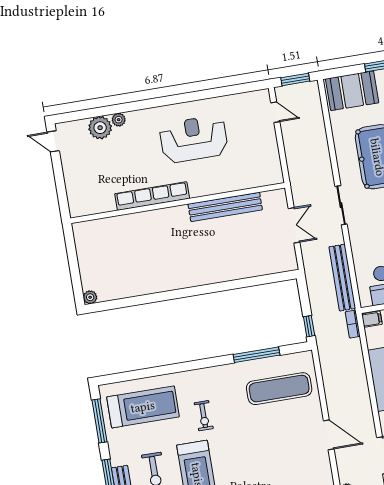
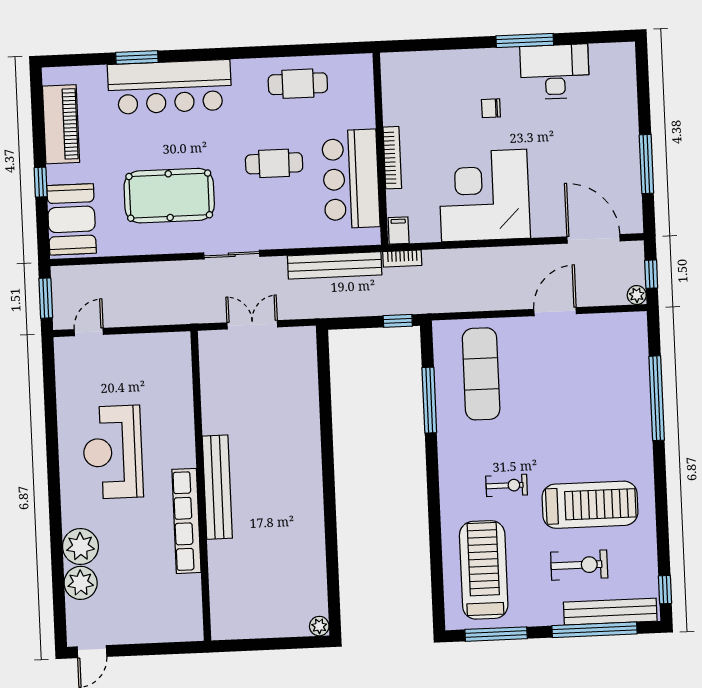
plant: (119, 120) -> (80, 547), width x1.88, depth x1.88
bench: (225, 207) -> (217, 487), moved

